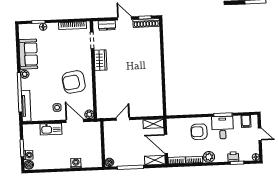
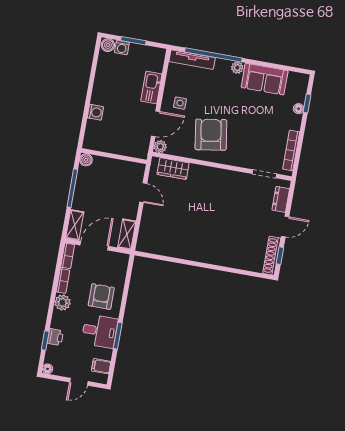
wardrobe: (100, 60) -> (173, 169), moved

